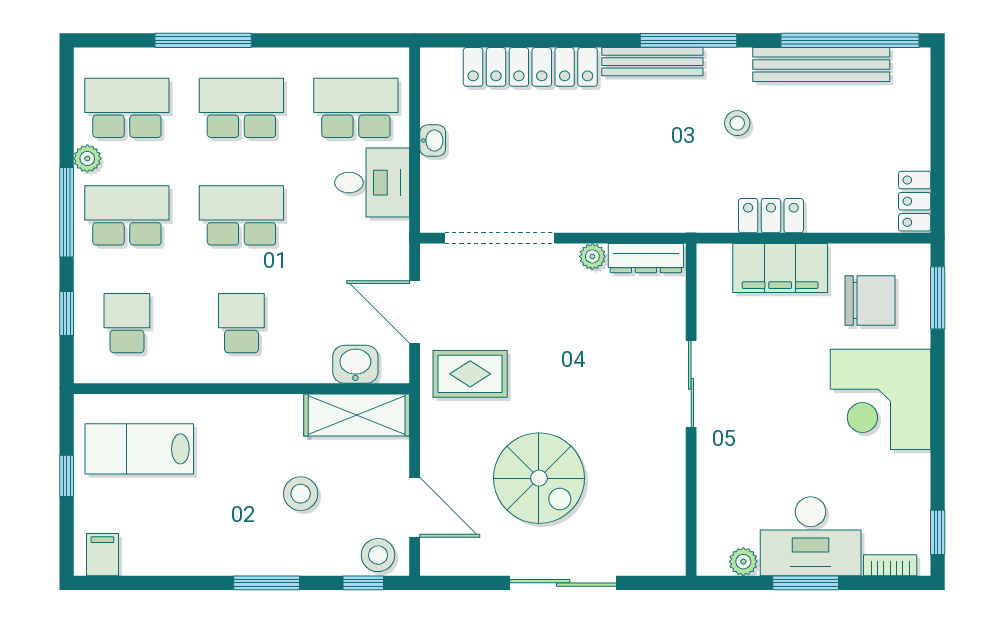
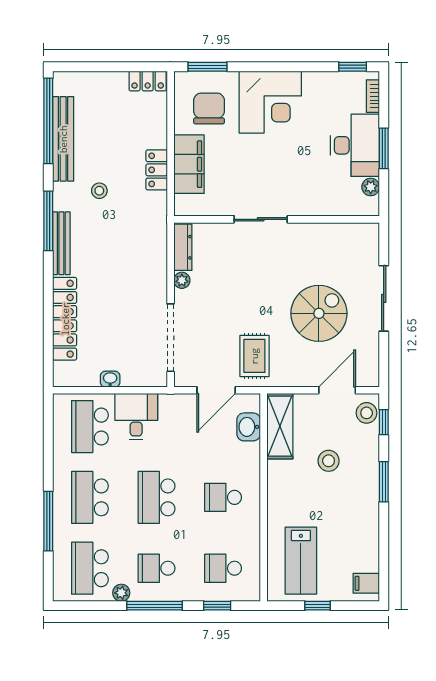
school desk: (127, 215) -> (156, 568), width x0.54

